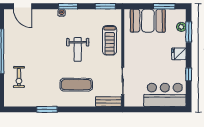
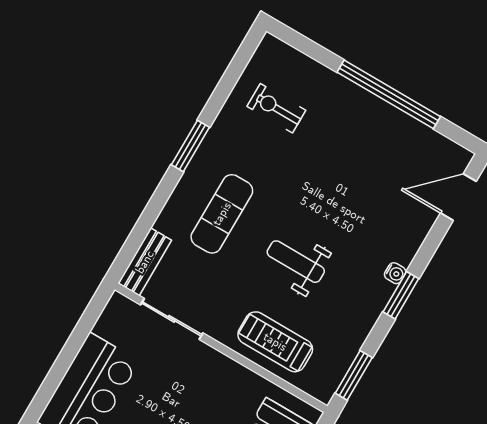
exercise bike: (19, 77) -> (276, 108), moved
window: (47, 109) -> (190, 146), moved

